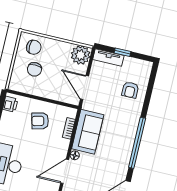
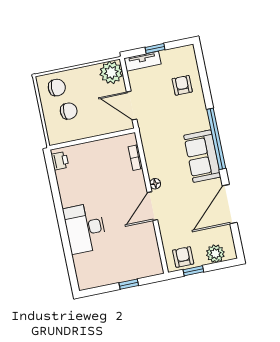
chair: (34, 69) -> (69, 111), turned -90
armchair: (130, 90) -> (182, 85), turned 180
armchair: (40, 121) -> (101, 164), removed
sofa: (88, 132) -> (202, 156), moved, turned 180

